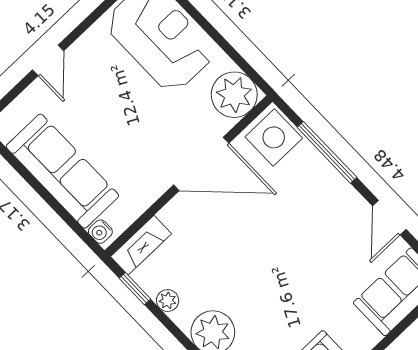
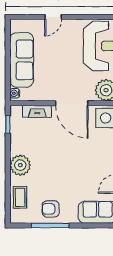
fireplace: (141, 245) -> (37, 111), moved
plant: (168, 301) -> (15, 139), removed

